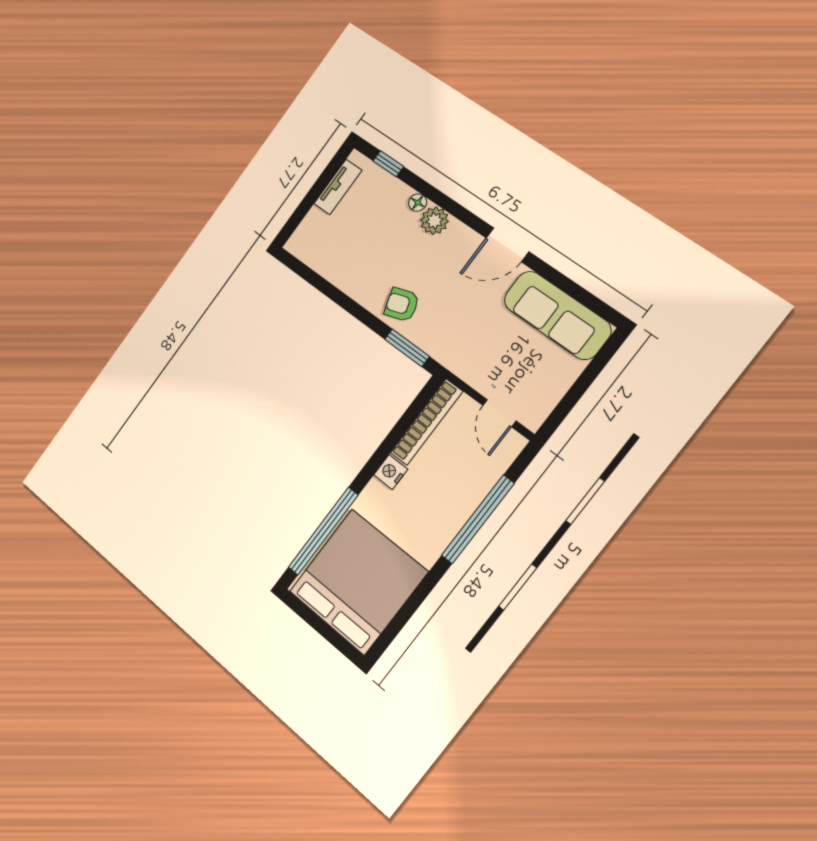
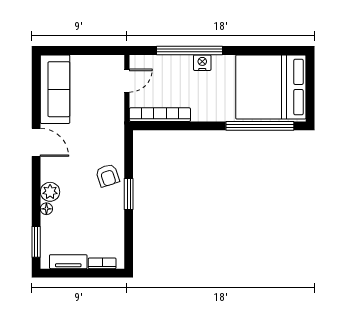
window: (388, 164) -> (36, 242), width x1.50
bookcase: (307, 226) -> (102, 263), added
window: (407, 348) -> (129, 194), moved
nightstand: (391, 472) -> (202, 63), moved, turned 180

